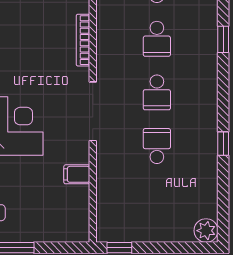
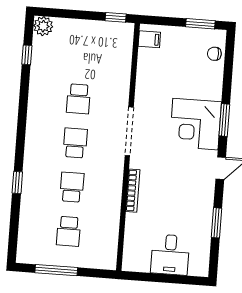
window: (223, 144) -> (27, 55), moved
filing cabinet: (77, 174) -> (149, 39), moved

